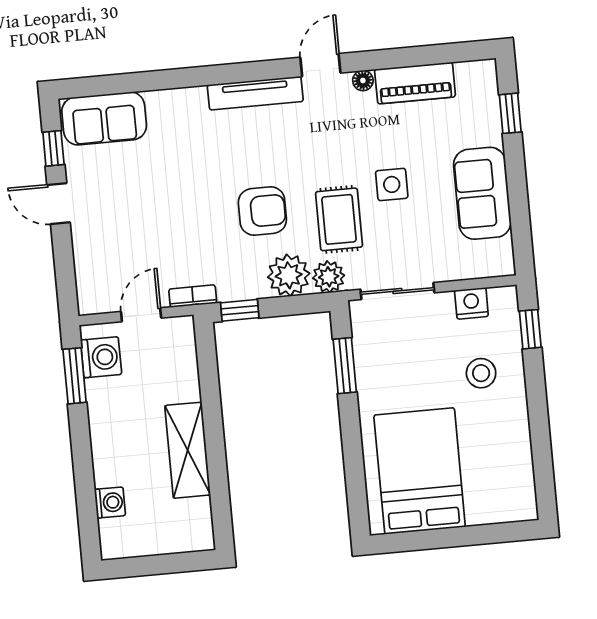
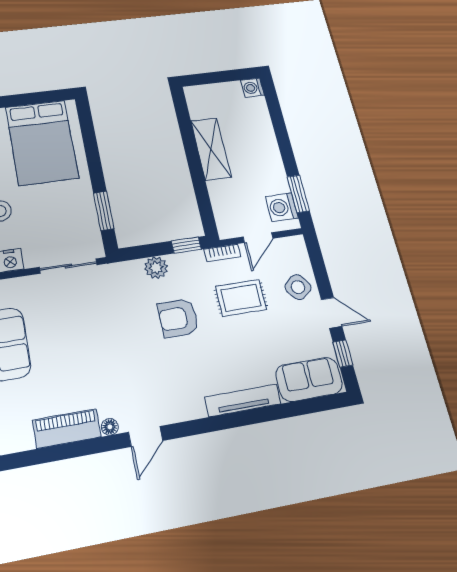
tv unit: (255, 93) -> (243, 400), moved
side table: (392, 184) -> (298, 287), moved, turned -38
rug: (339, 219) -> (241, 298), moved, turned 90
plant: (289, 275) -> (156, 268), width x0.73, depth x0.73
plant: (329, 277) -> (122, 273), removed
washing machine: (110, 502) -> (253, 88), moved

